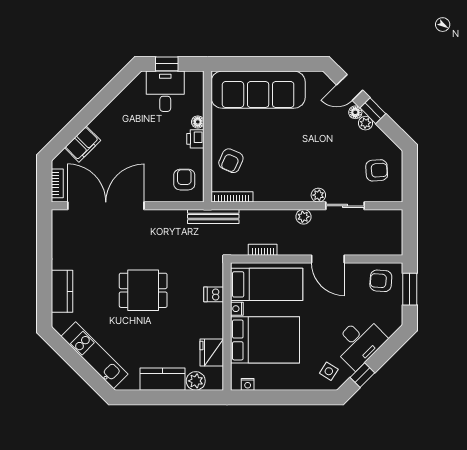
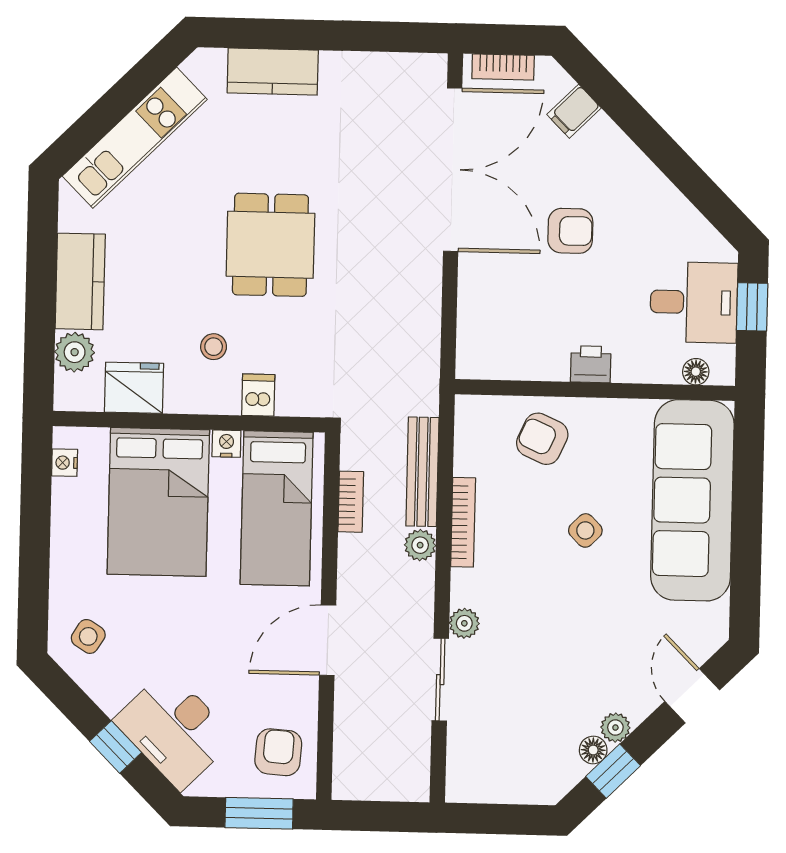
window: (373, 111) -> (613, 771), moved
floor lamp: (355, 112) -> (593, 750), moved
floor lamp: (198, 122) -> (696, 372), moved
side table: (273, 139) -> (585, 530), added
filing cabinet: (83, 144) -> (574, 111), width x0.50
armchair: (377, 170) -> (514, 749), removed
armchair: (184, 180) -> (570, 231), moved
bookcase: (232, 197) -> (463, 522), moved
bench: (213, 216) -> (422, 472), moved
plant: (303, 217) -> (420, 545), moved
stool: (192, 316) -> (214, 347), added
desk: (359, 342) -> (174, 730), moved
window: (362, 375) -> (116, 747), moved

